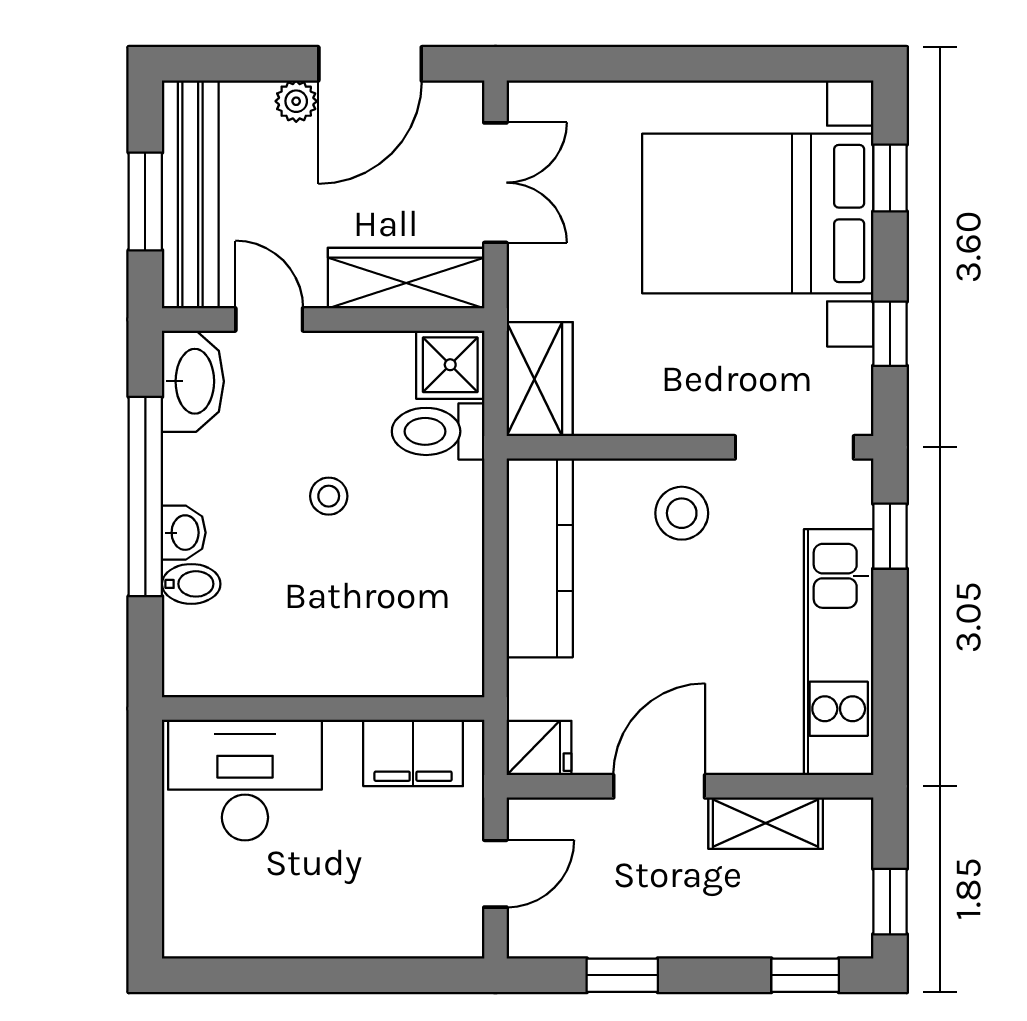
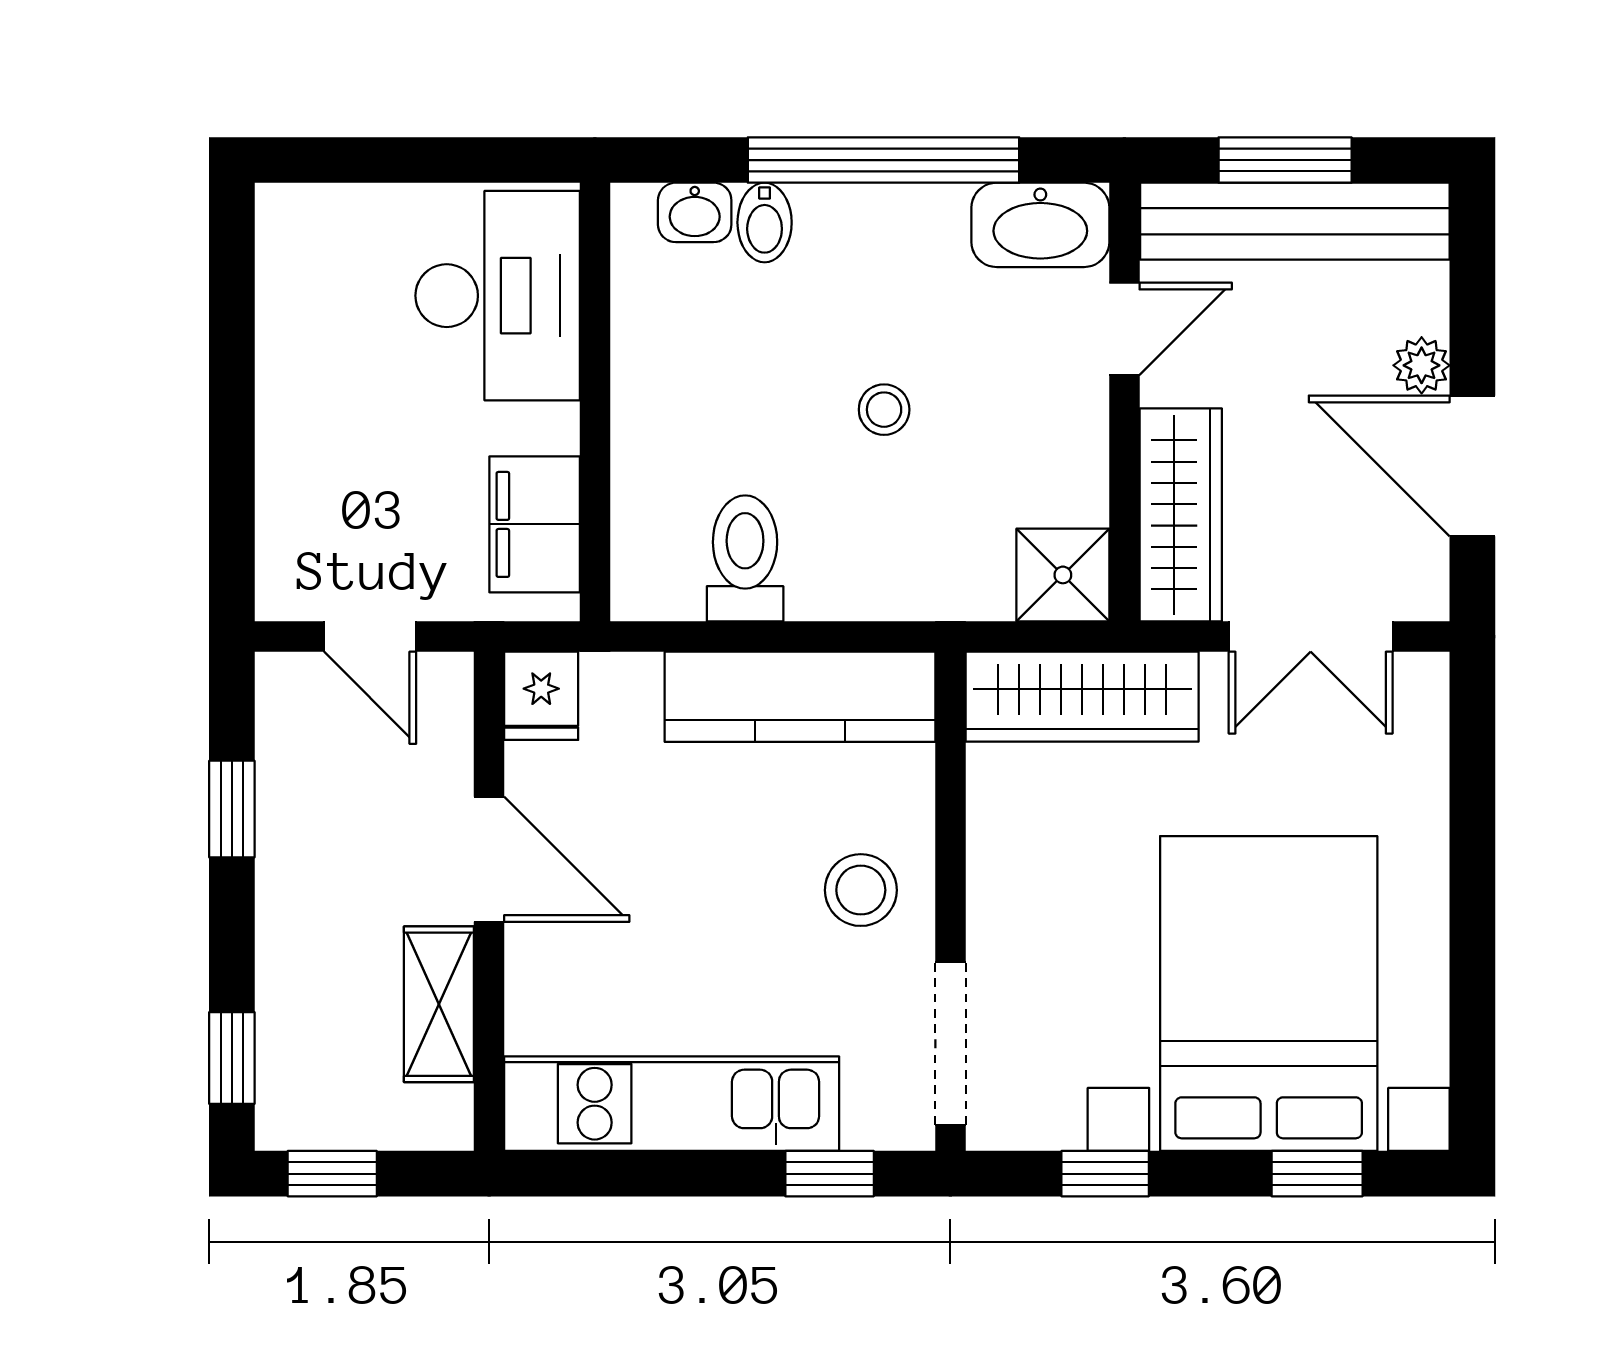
wardrobe: (540, 379) -> (1082, 697), width x1.50
toilet: (438, 431) -> (745, 558), moved
washbasin: (184, 533) -> (695, 212), moved

